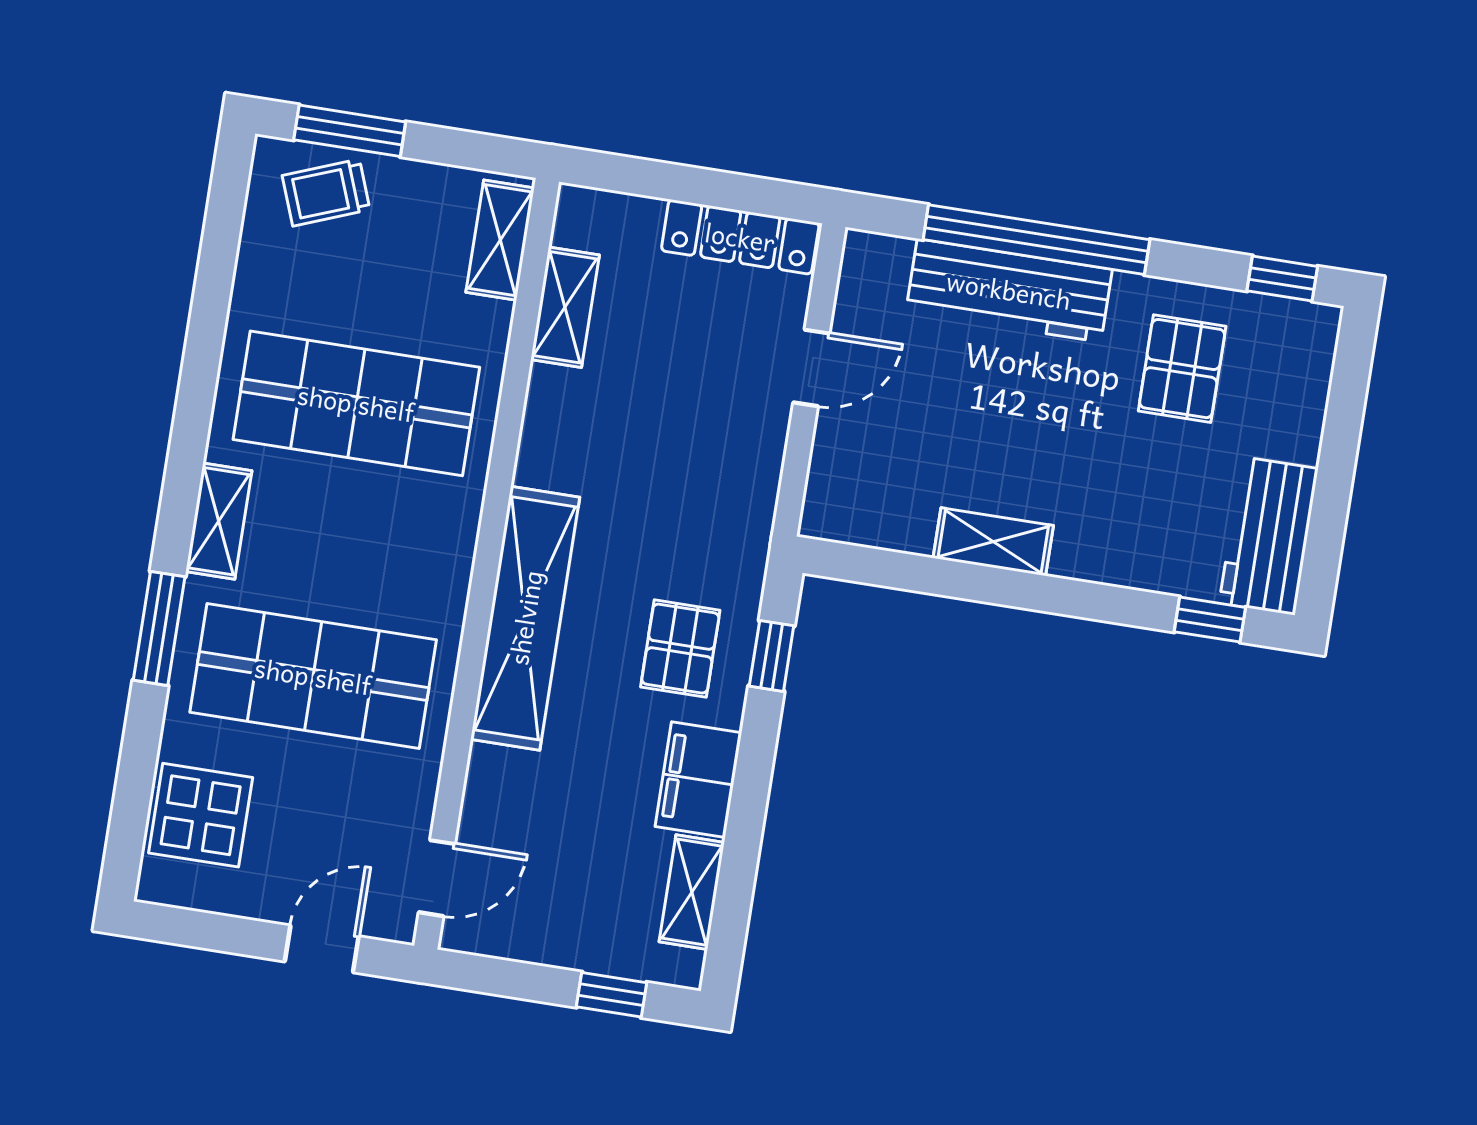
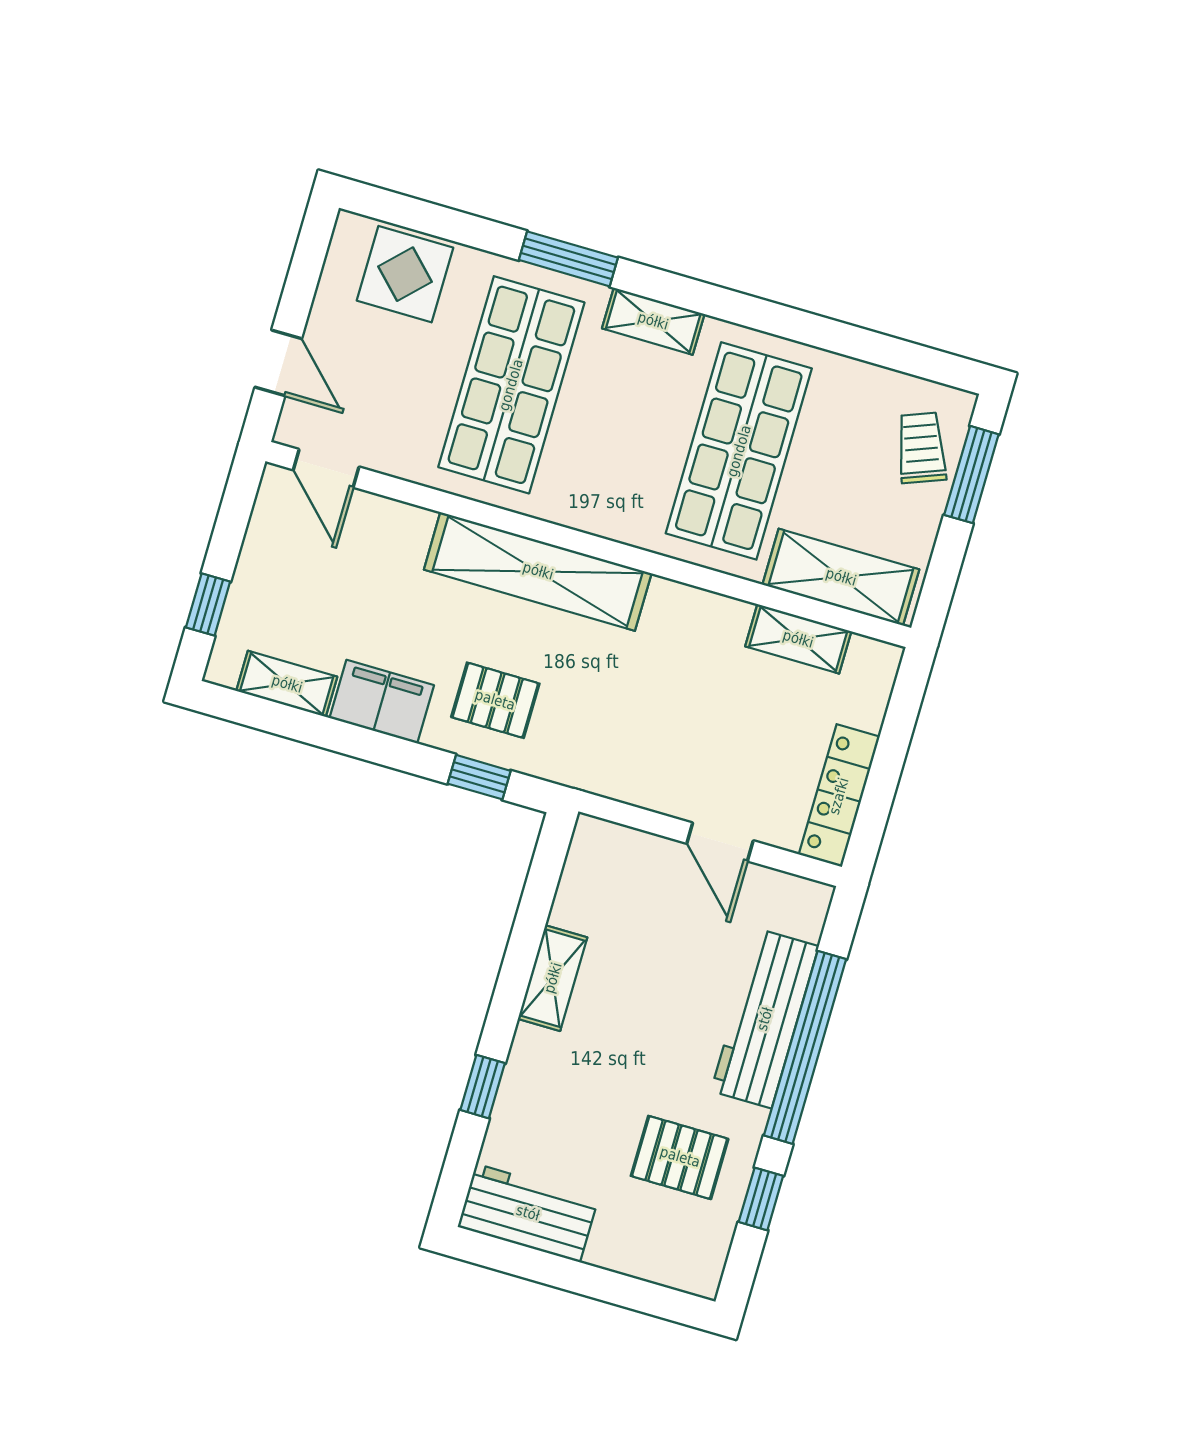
shelving: (500, 240) -> (841, 577), width x1.50, depth x1.33
window: (1282, 279) -> (761, 1199), moved
window: (1210, 620) -> (483, 1087), moved

